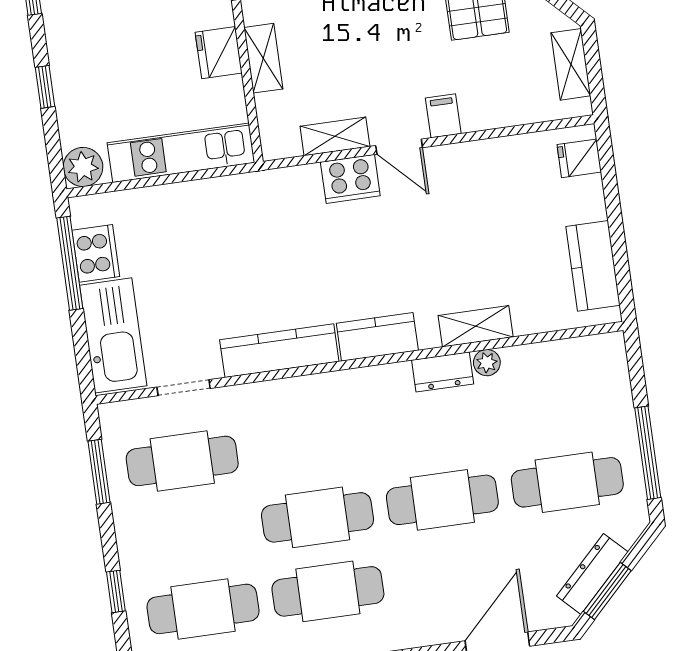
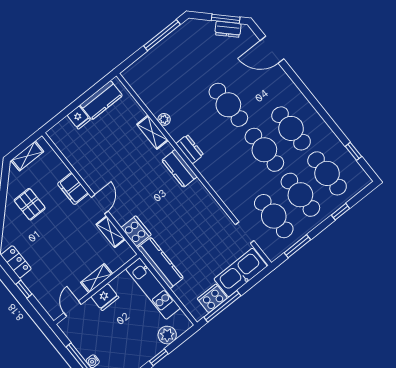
filing cabinet: (443, 116) -> (73, 189), width x2.00
fridge: (579, 158) -> (79, 118), moved
plant: (83, 167) -> (167, 335), moved
cooker: (350, 179) -> (136, 231), moved
kitchen counter: (279, 351) -> (160, 263), moved, turned 180
dresser: (443, 372) -> (190, 149), moved
cafe table: (567, 482) -> (300, 195), moved
dresser: (592, 574) -> (228, 29), width x0.70

